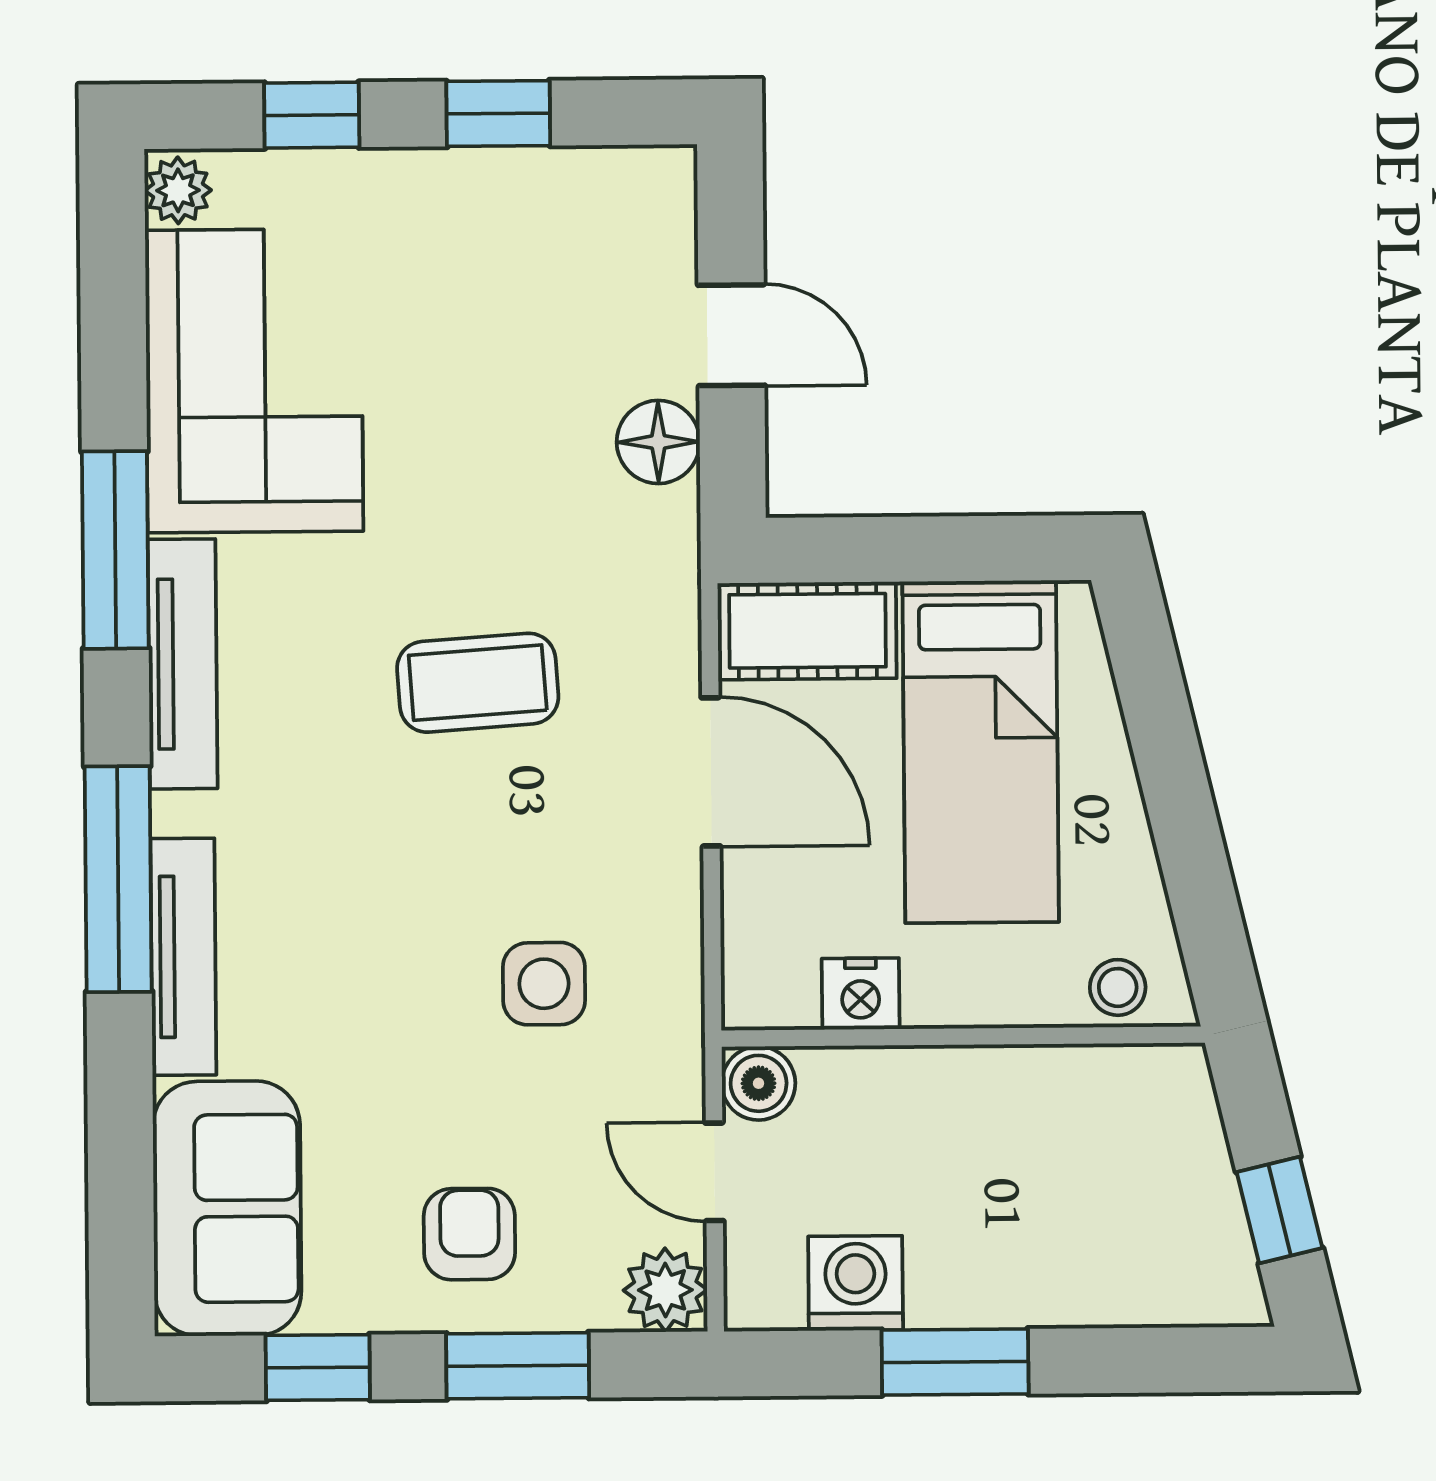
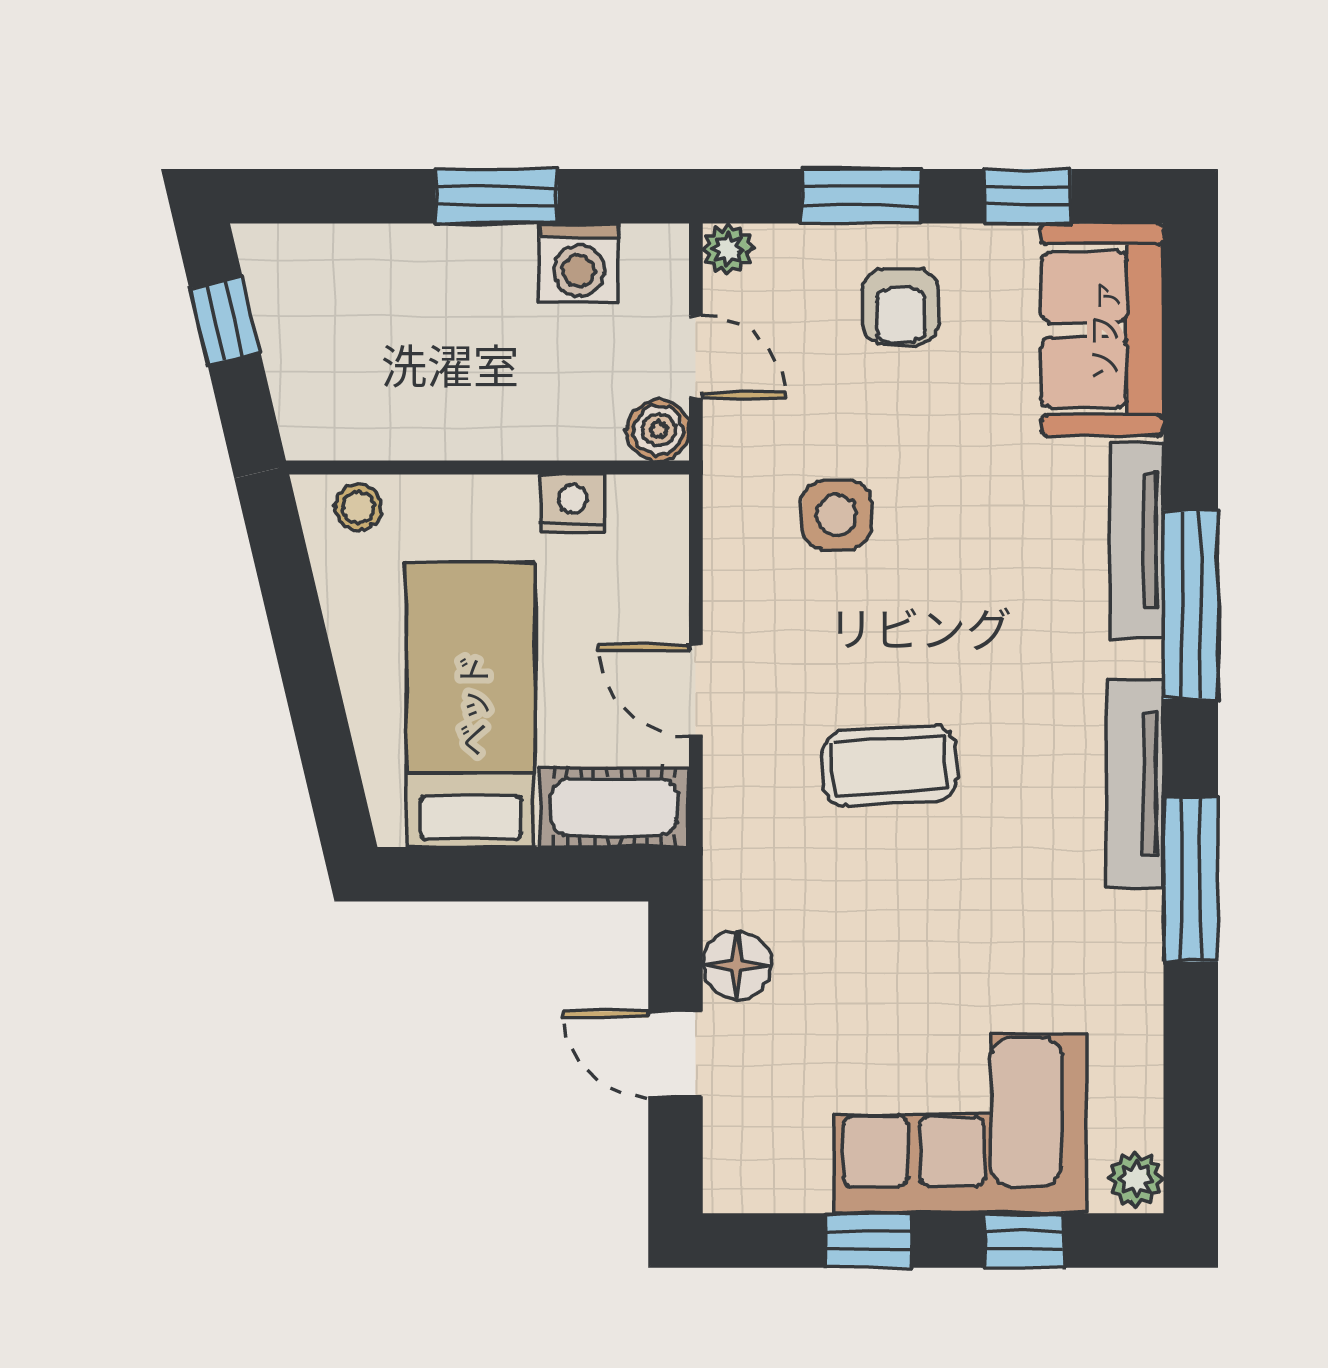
corner sofa: (254, 381) -> (961, 1123), moved, turned 90
door: (711, 772) -> (696, 690), width x0.73
plant: (665, 1290) -> (728, 249), width x0.73, depth x0.73

